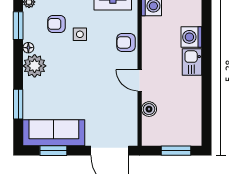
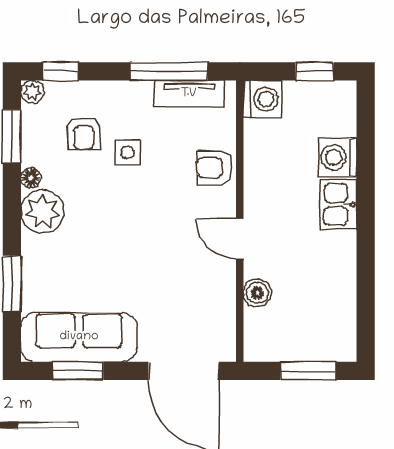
armchair: (57, 24) -> (84, 133), turned -90

